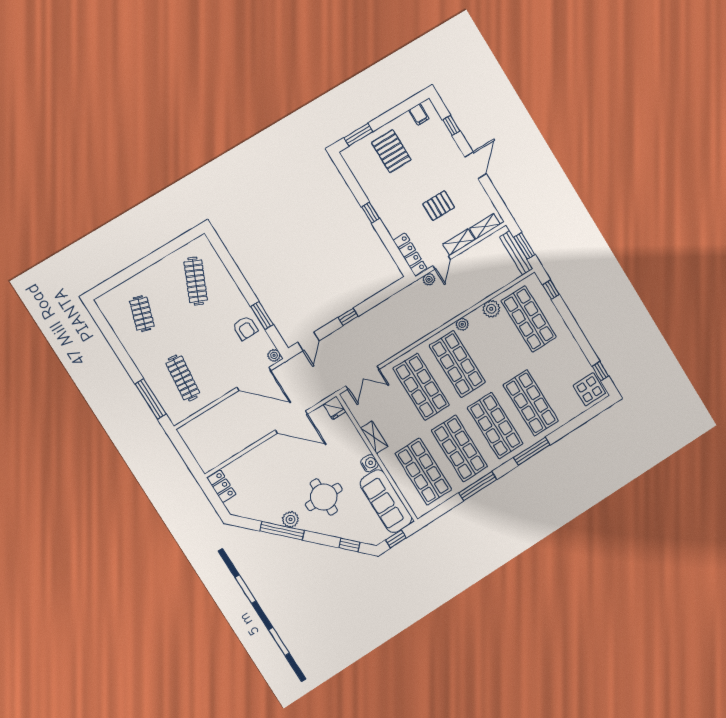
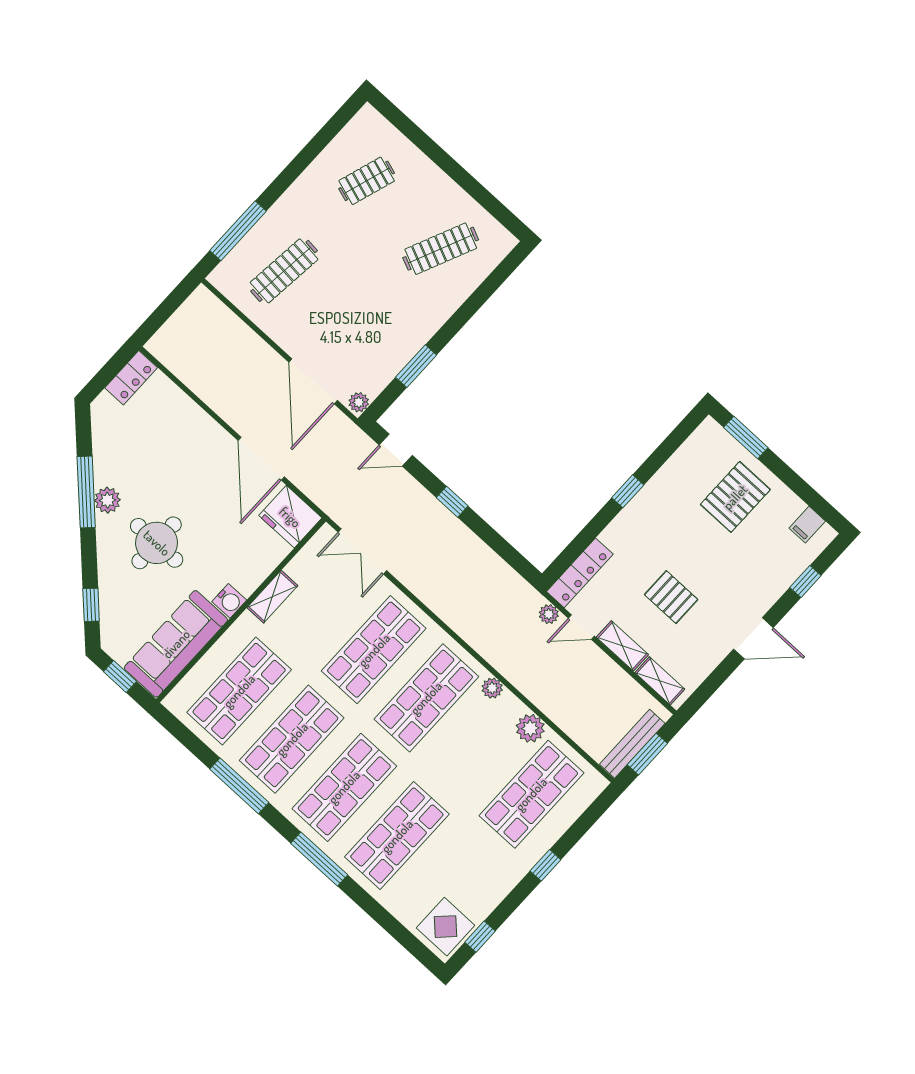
window: (551, 290) -> (545, 865), moved
armchair: (245, 328) -> (389, 346), removed
fridge: (335, 408) -> (290, 517), width x1.88, depth x1.34

